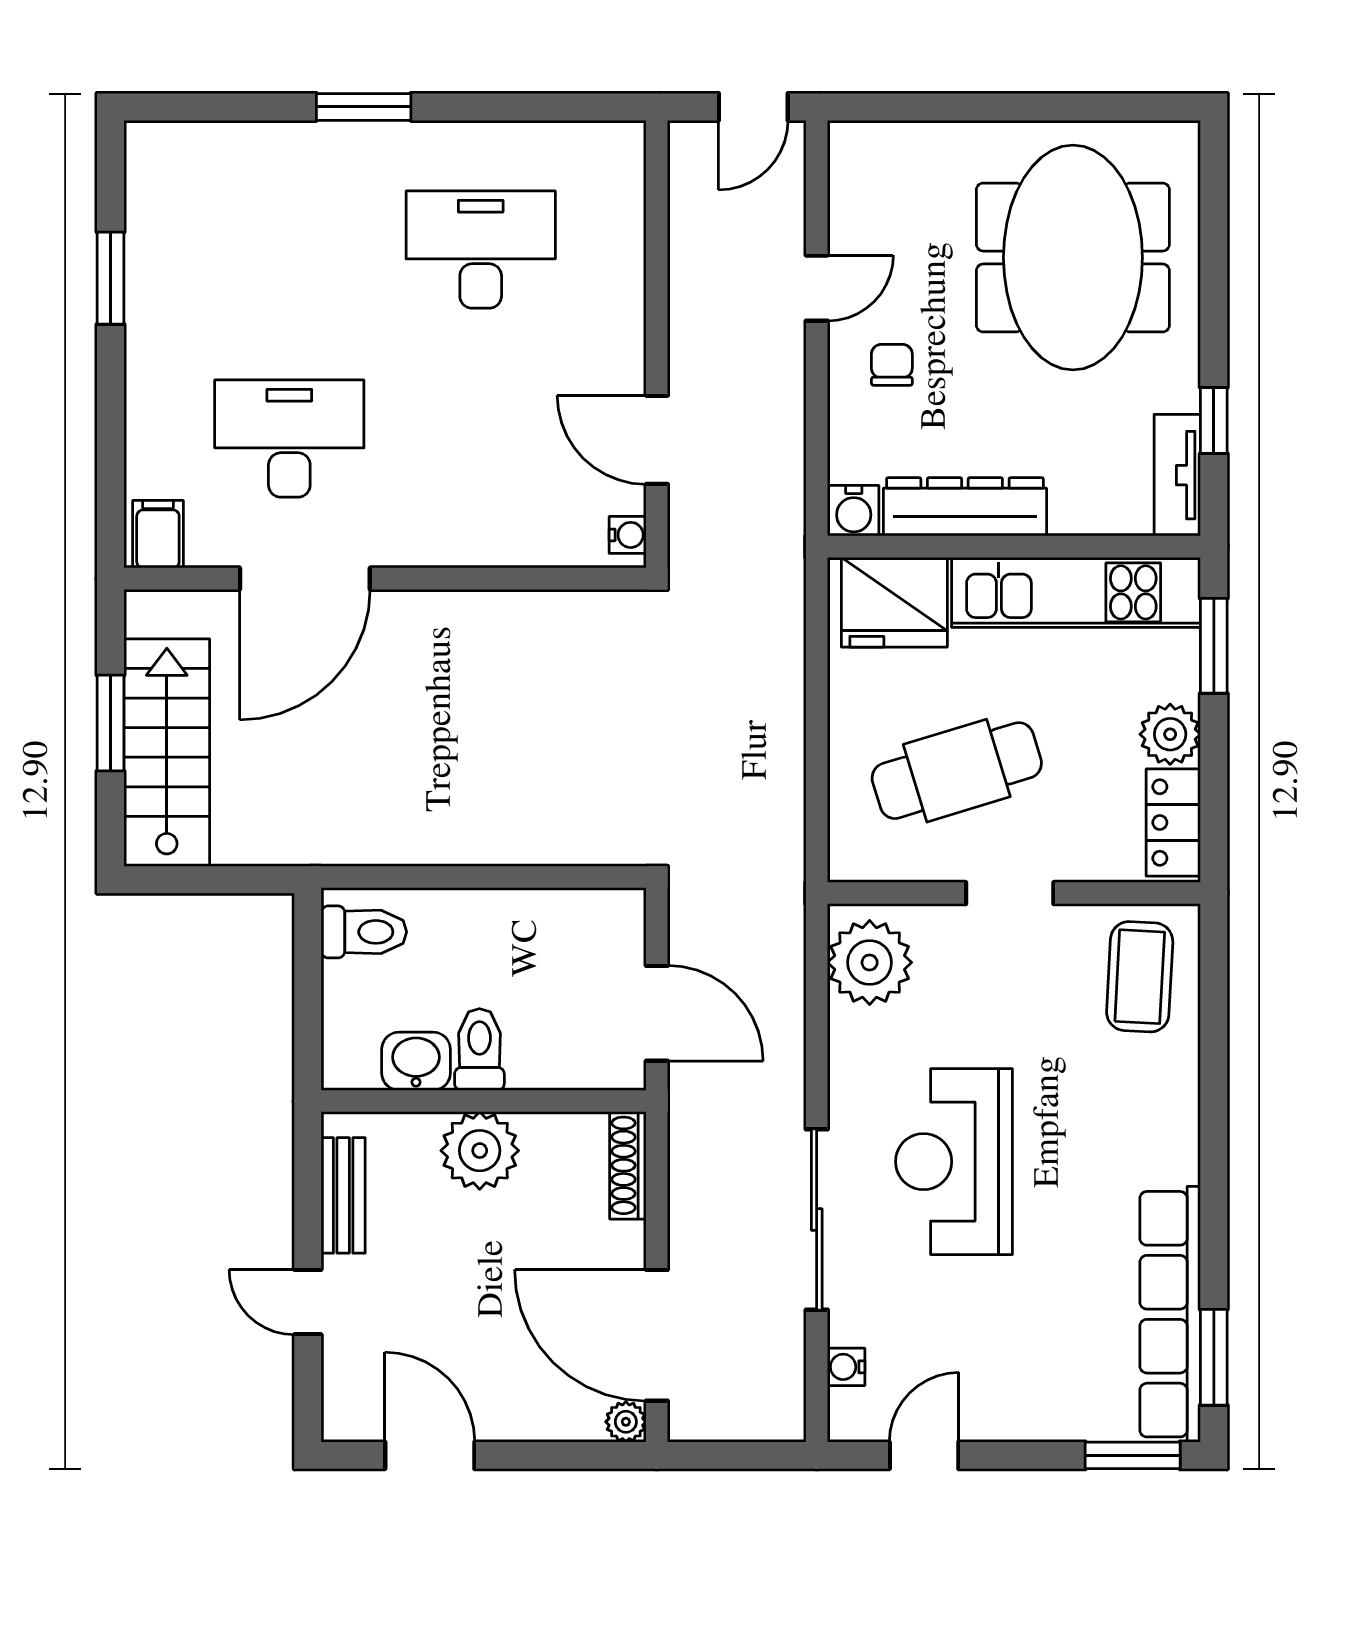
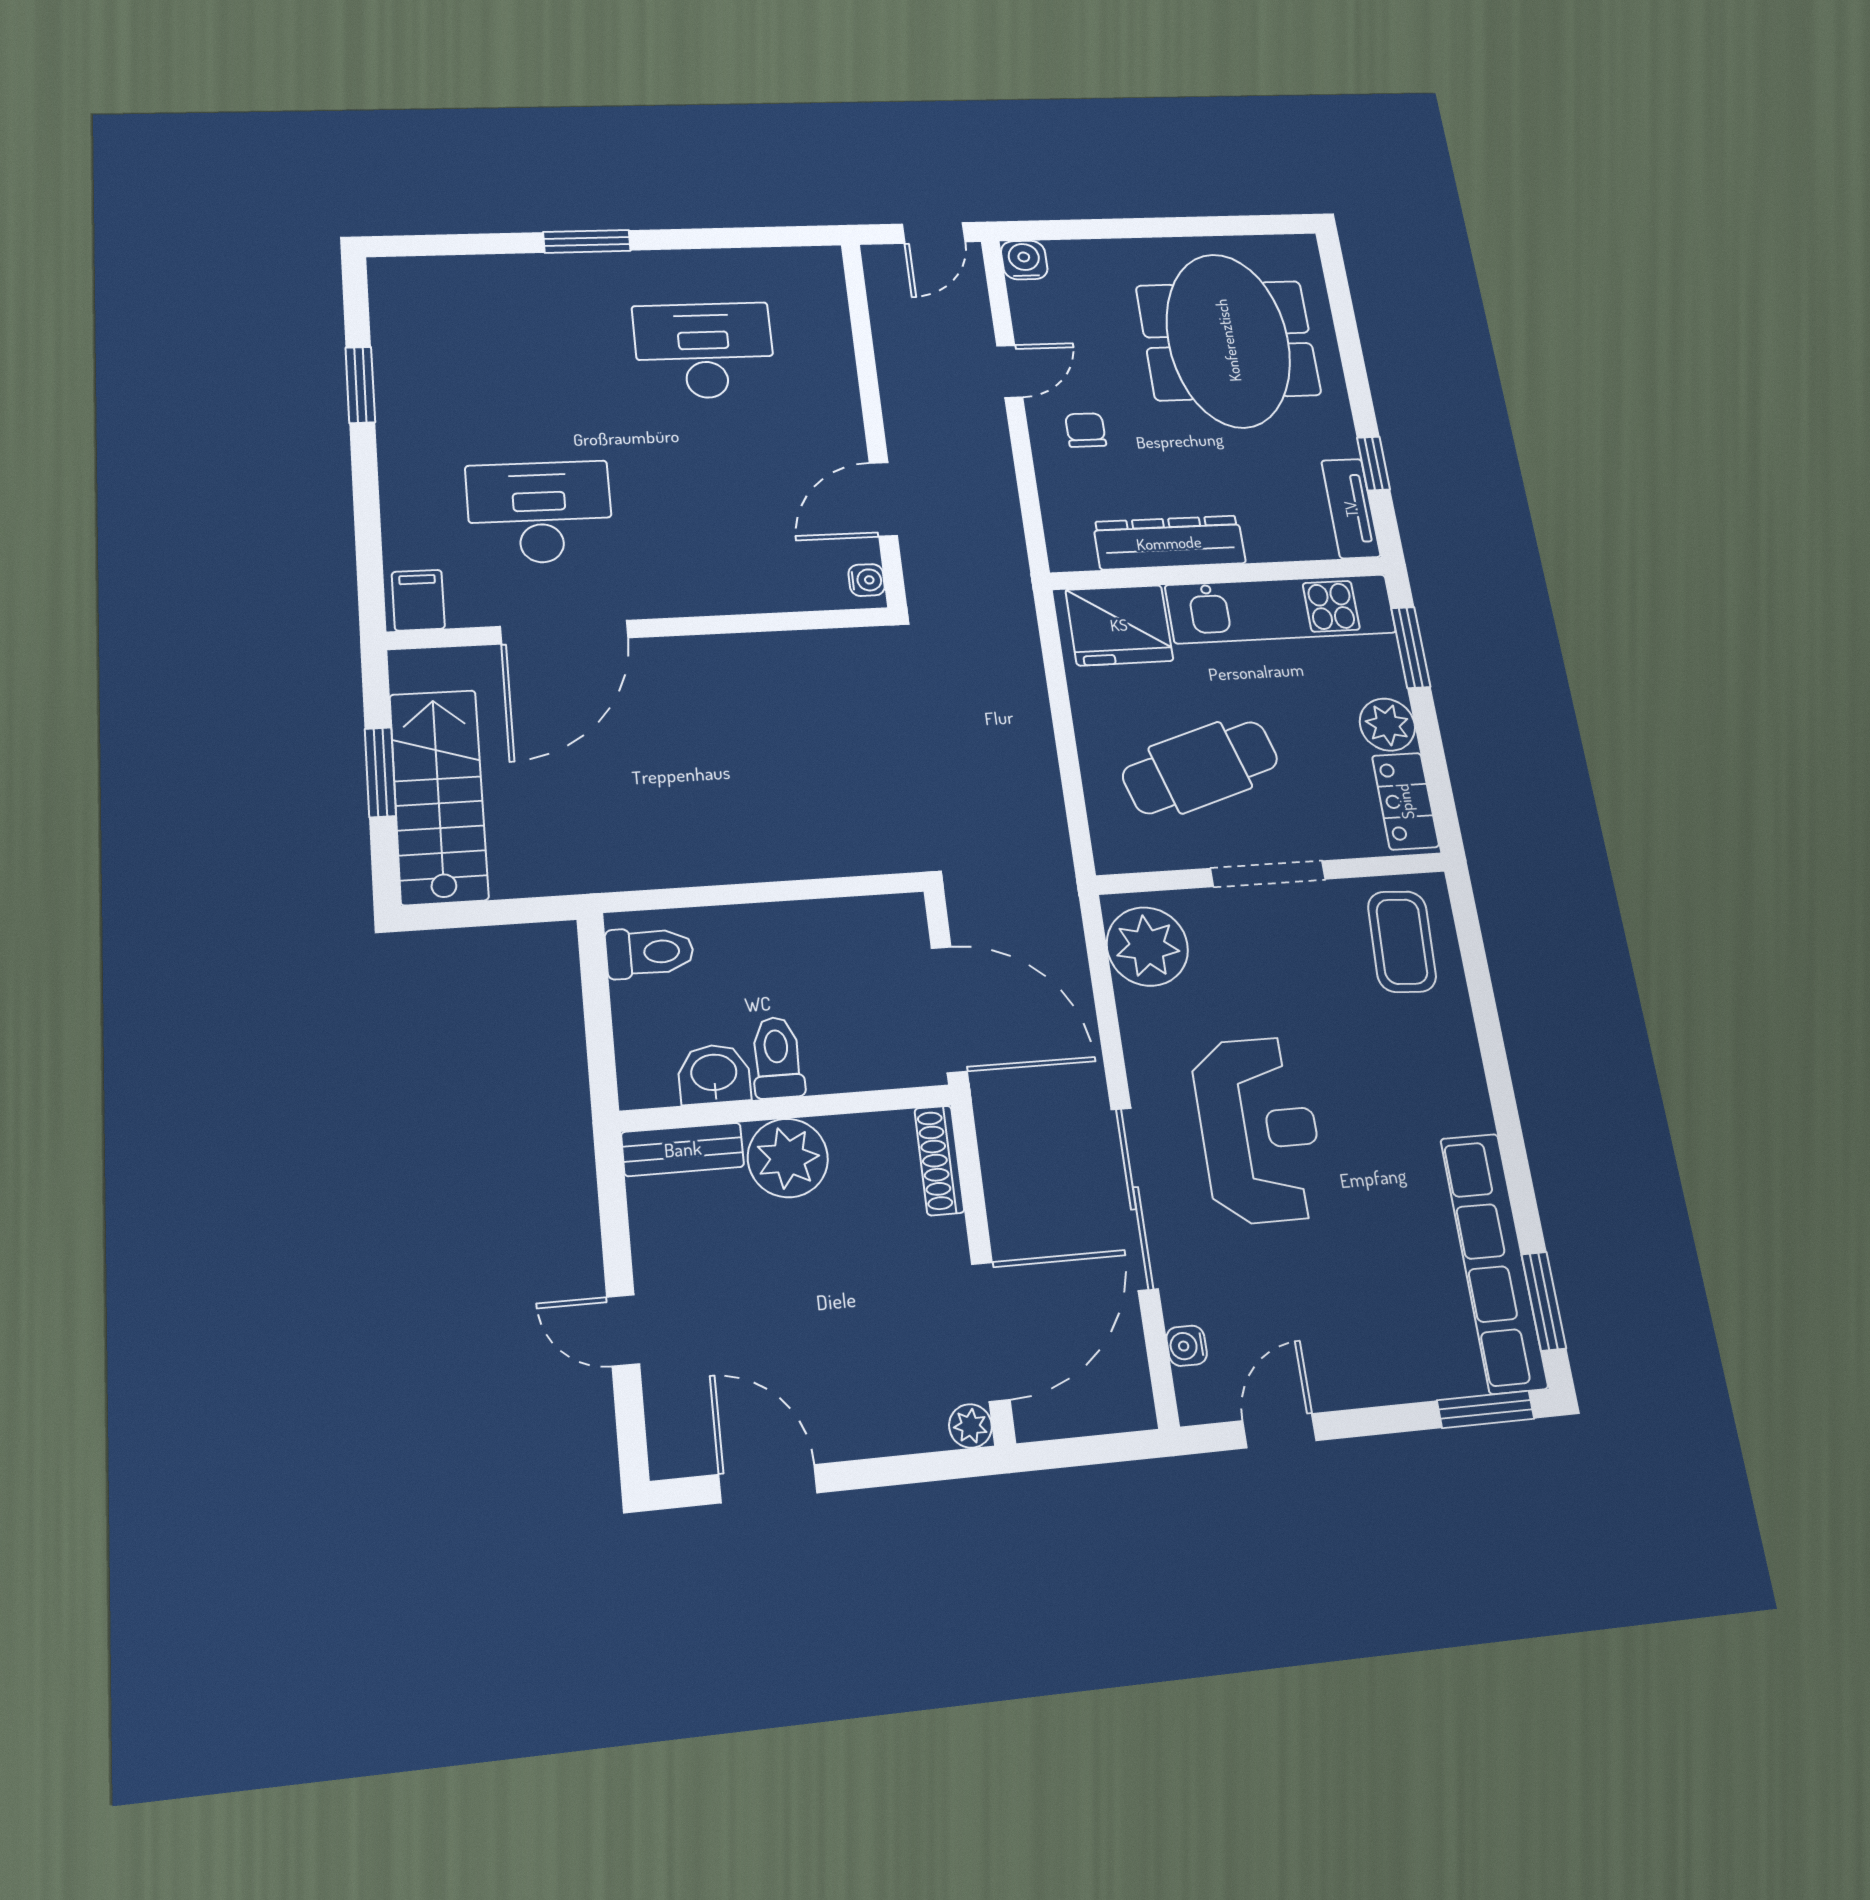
door: (657, 440) -> (883, 499), hinge flipped
water cooler: (854, 511) -> (1024, 260), moved, turned 180
doorway: (1010, 893) -> (1268, 874), width x1.38
door: (657, 1013) -> (949, 1009), width x1.36
reception desk: (954, 1162) -> (1259, 1130), turned 180
bench: (343, 1195) -> (683, 1149), moved, turned 90
door: (657, 1335) -> (991, 1331), swing flipped

